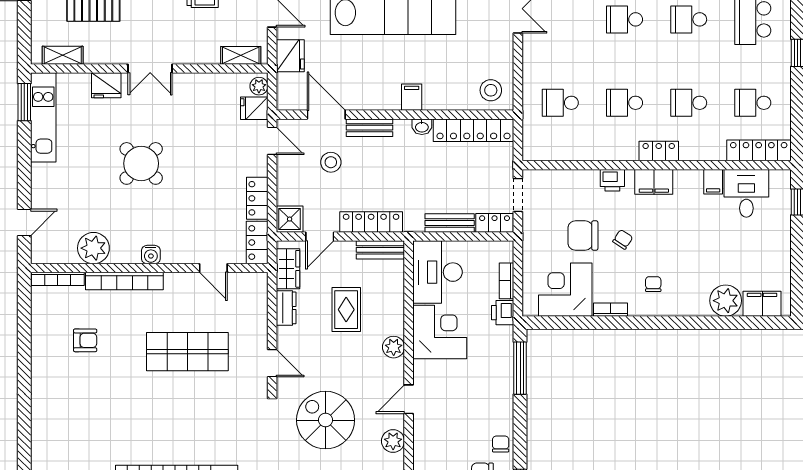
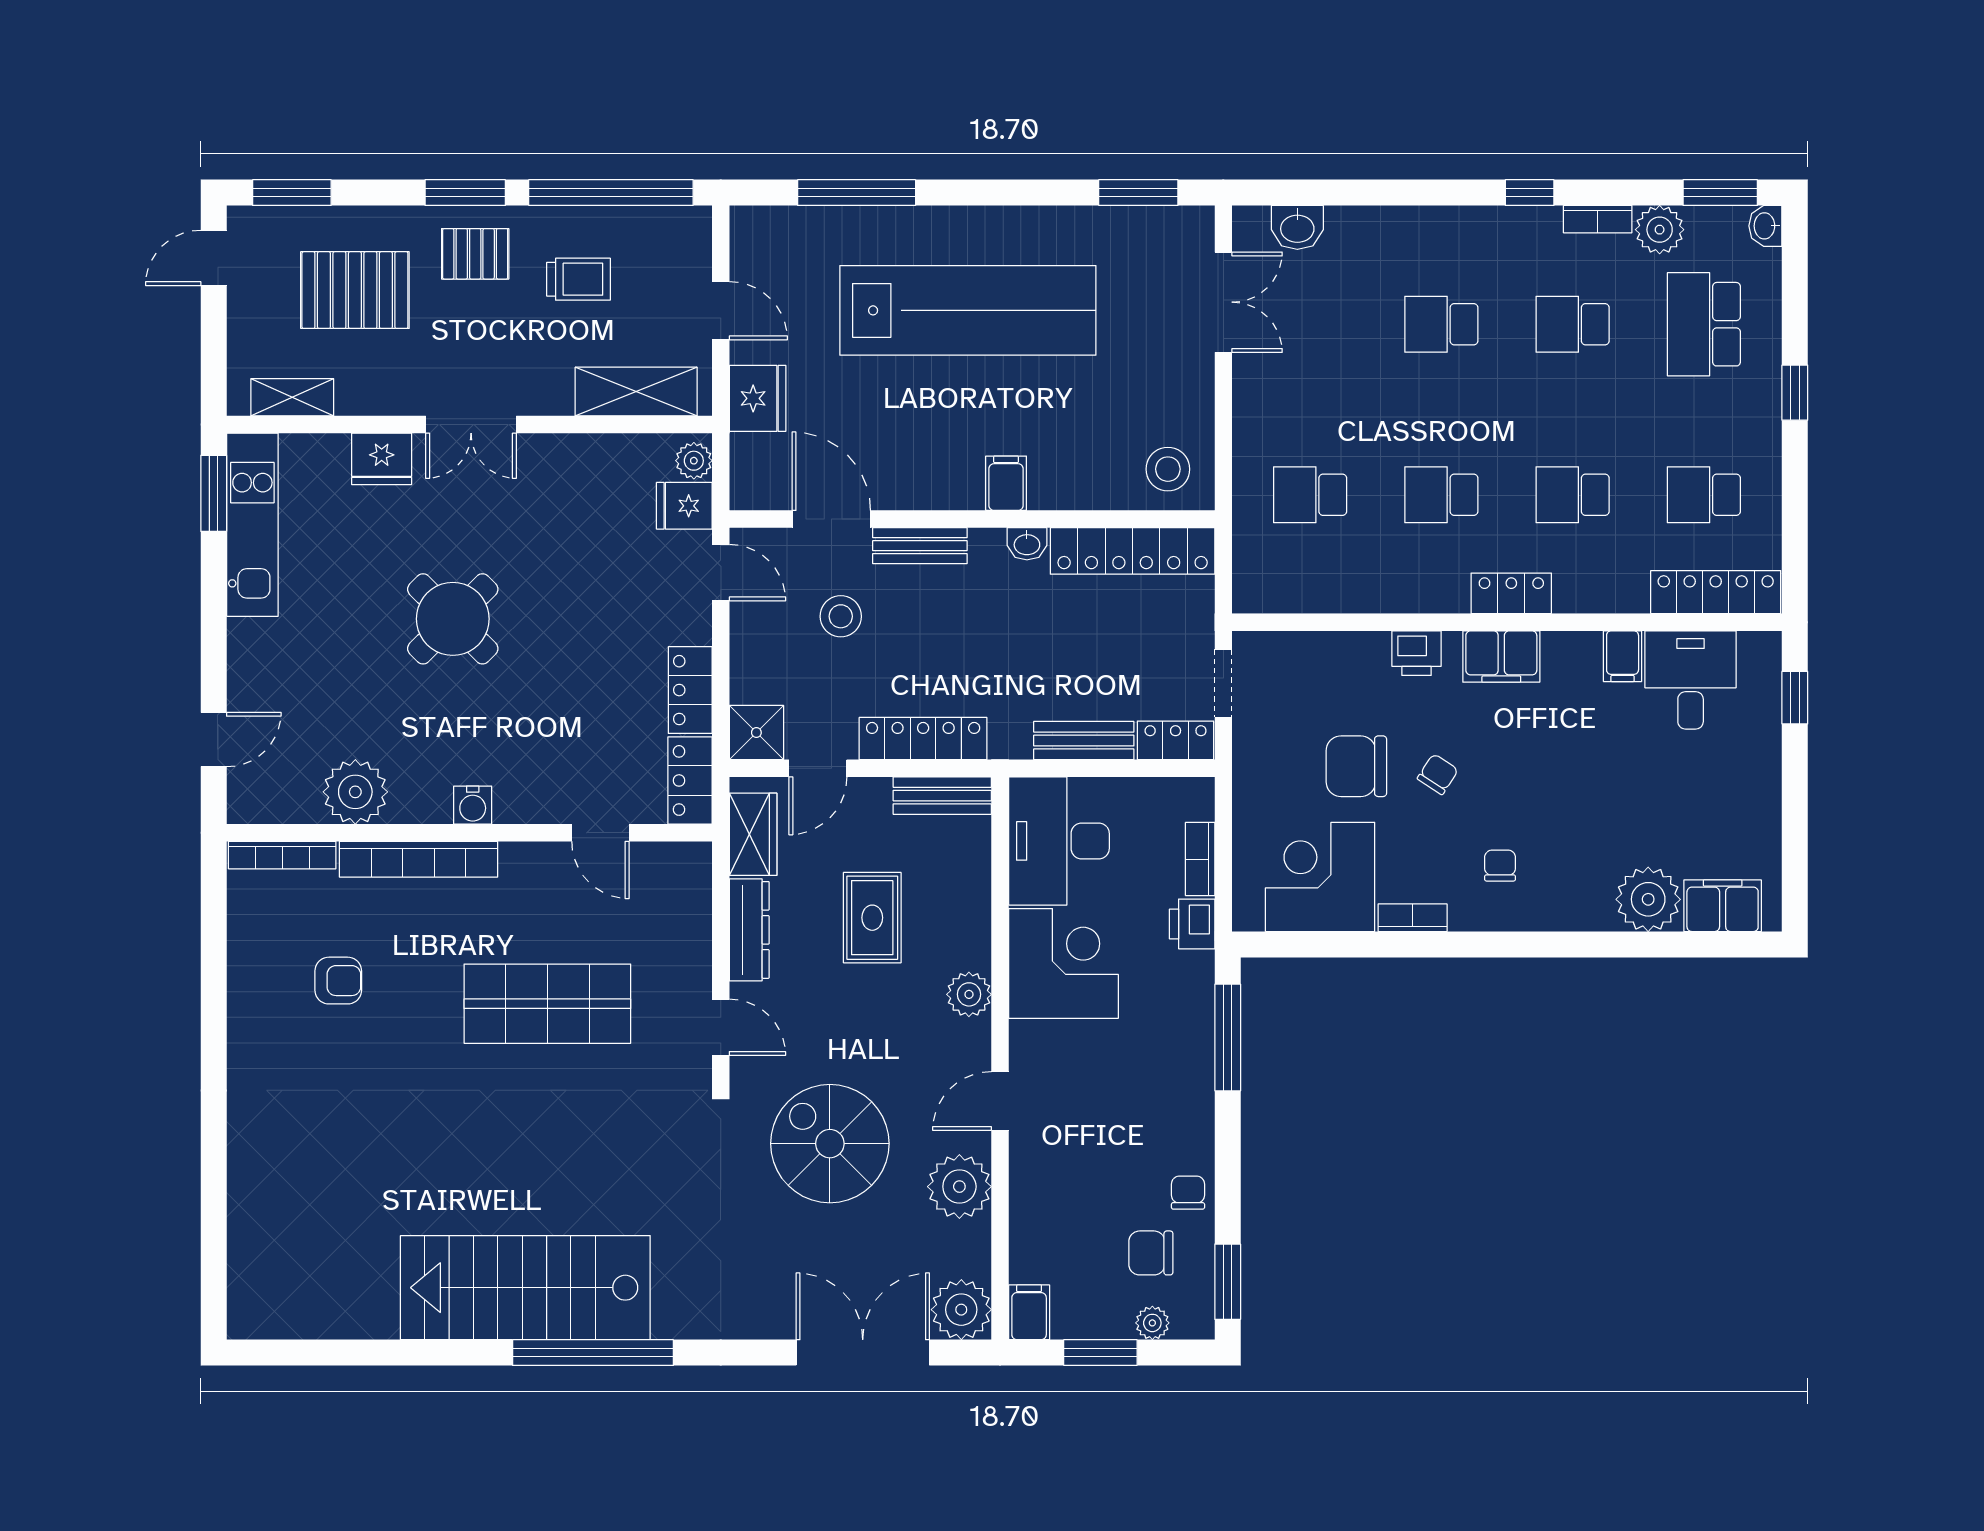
shelving: (241, 55) -> (636, 392), width x1.50, depth x1.33
dresser: (286, 308) -> (749, 930), width x1.44
plant: (393, 441) -> (959, 1187), width x1.36, depth x1.36

